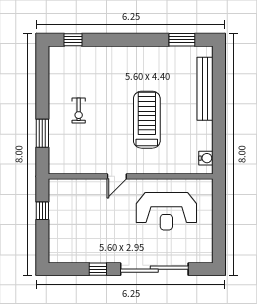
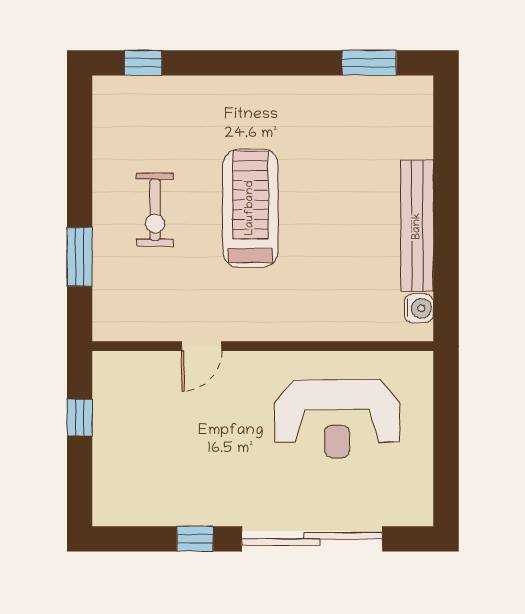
bench: (205, 89) -> (417, 226), moved
exercise bike: (79, 111) -> (155, 210), width x1.38, depth x1.39
treadmill: (147, 120) -> (250, 208), moved
door: (117, 176) -> (202, 346), moved

